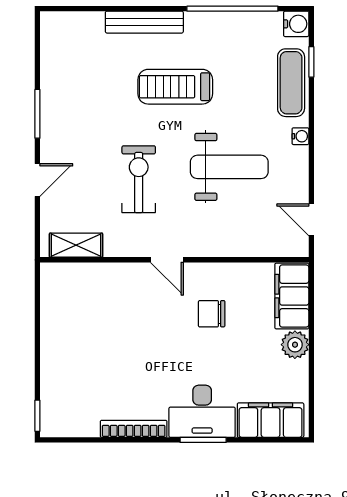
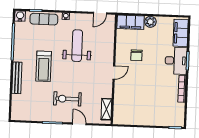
exercise bike: (139, 179) -> (67, 99), moved

